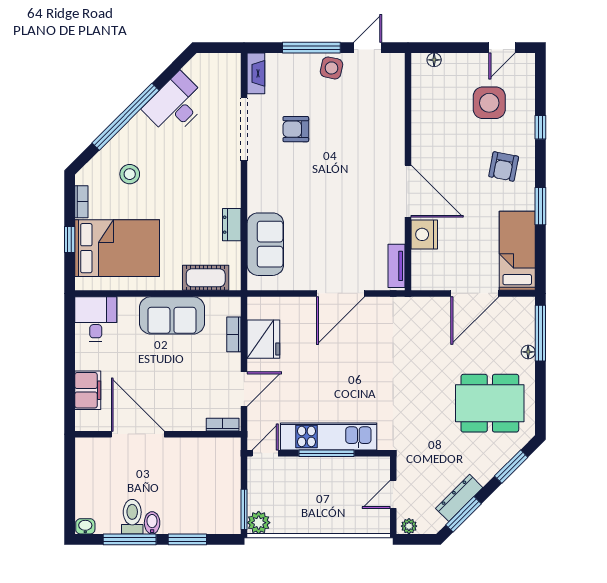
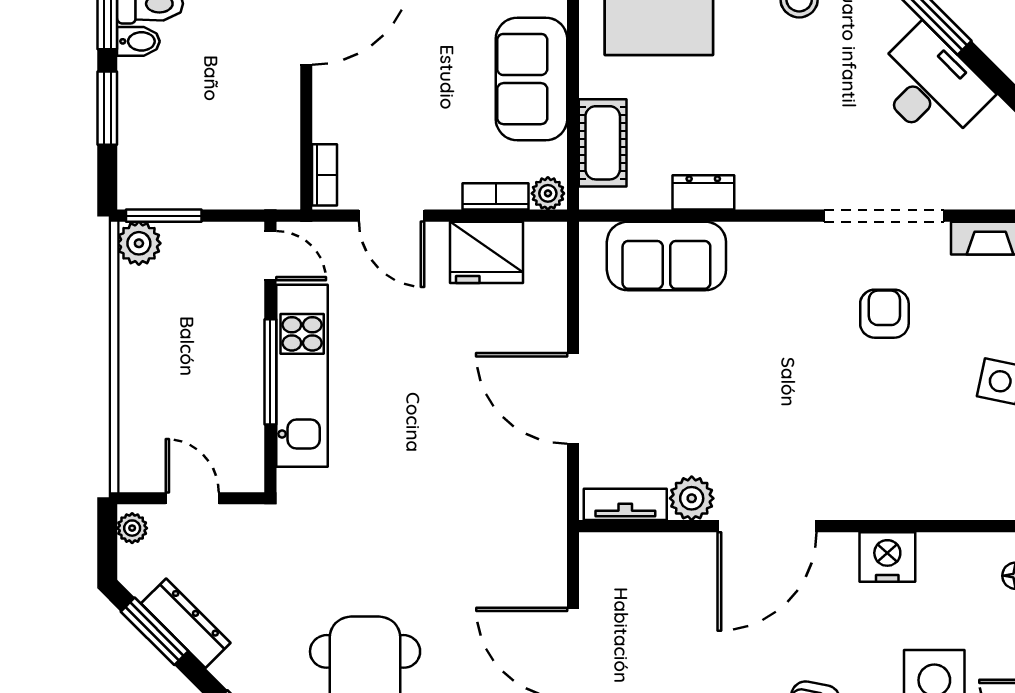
plant: (393, 231) -> (692, 498), added
nightstand: (424, 234) -> (887, 557), moved
plant: (232, 307) -> (548, 193), added

